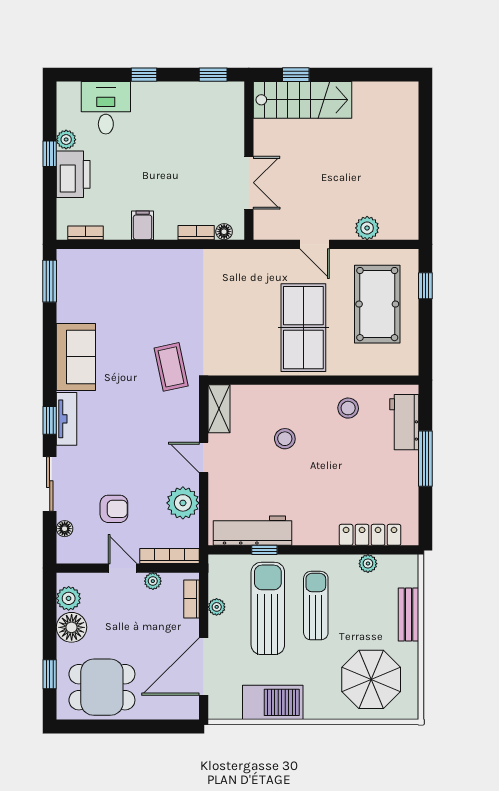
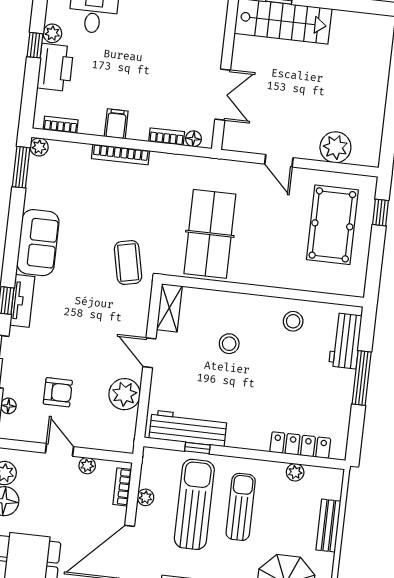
plant: (367, 228) -> (335, 147), width x1.36, depth x1.36
plant: (66, 258) -> (39, 147), added
table tennis table: (303, 328) -> (210, 234), moved
bookcase: (169, 556) -> (121, 155), moved, turned 180

